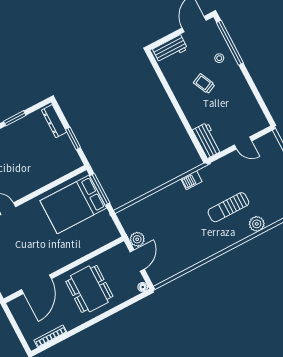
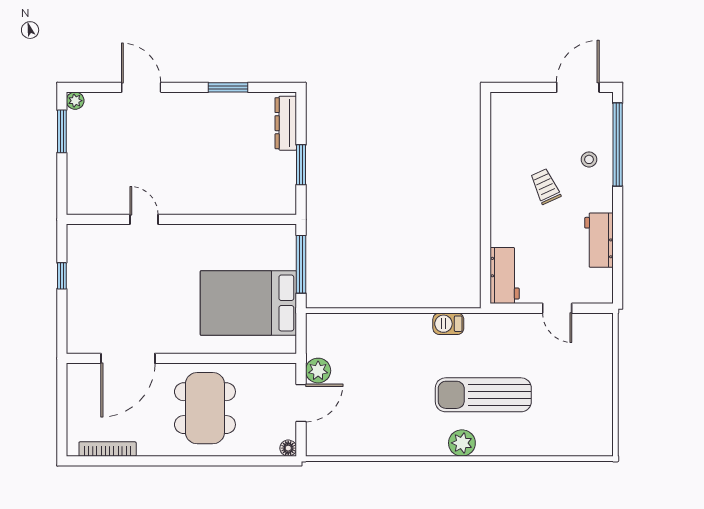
workbench: (170, 49) -> (599, 240), moved, turned 90
bed: (73, 204) -> (248, 303), moved
sun lounger: (228, 207) -> (483, 395), width x1.36, depth x1.34
plant: (257, 224) -> (462, 443), moved

